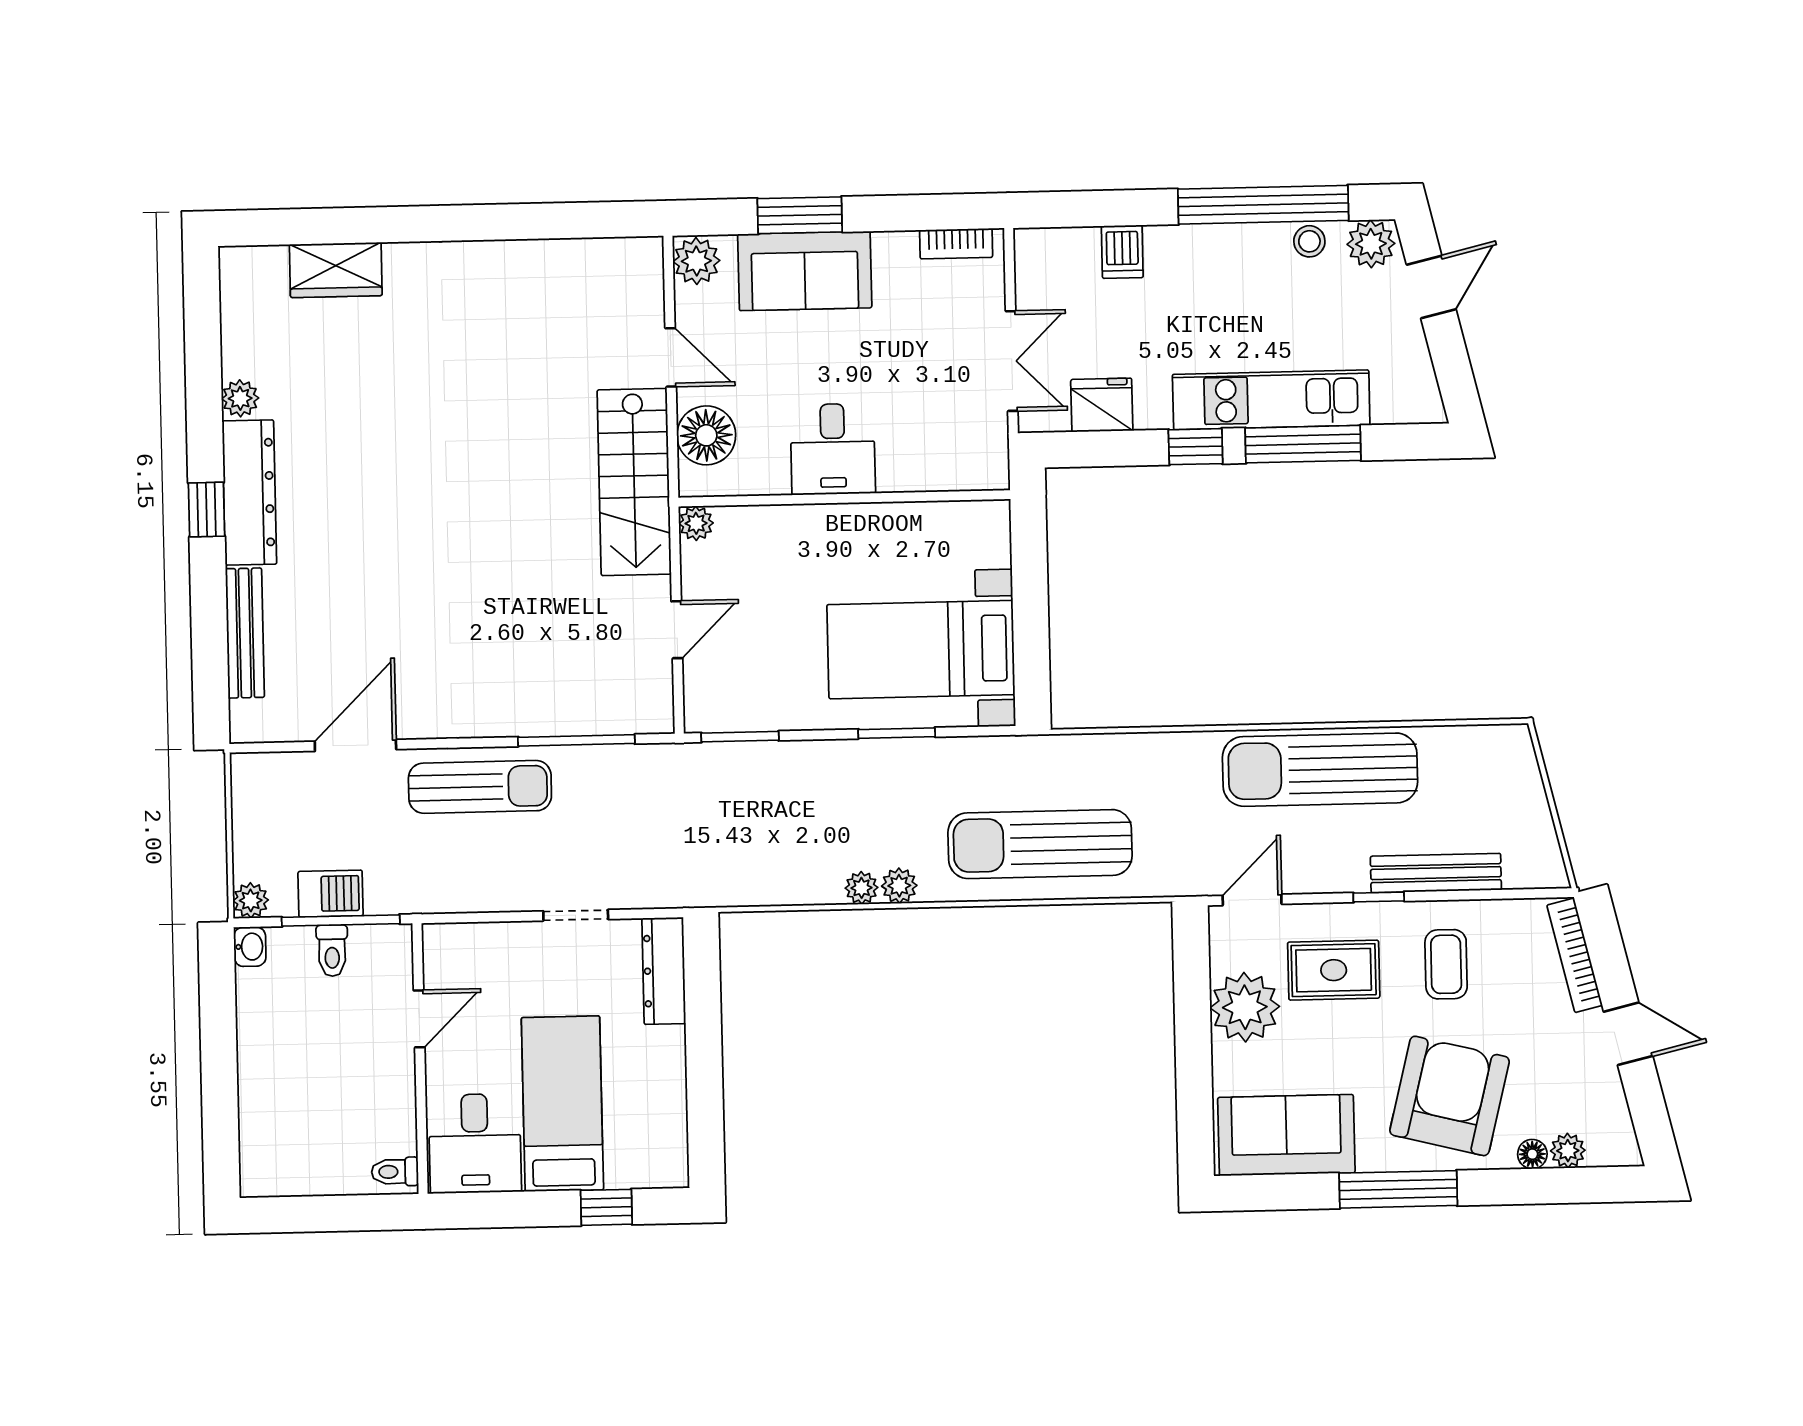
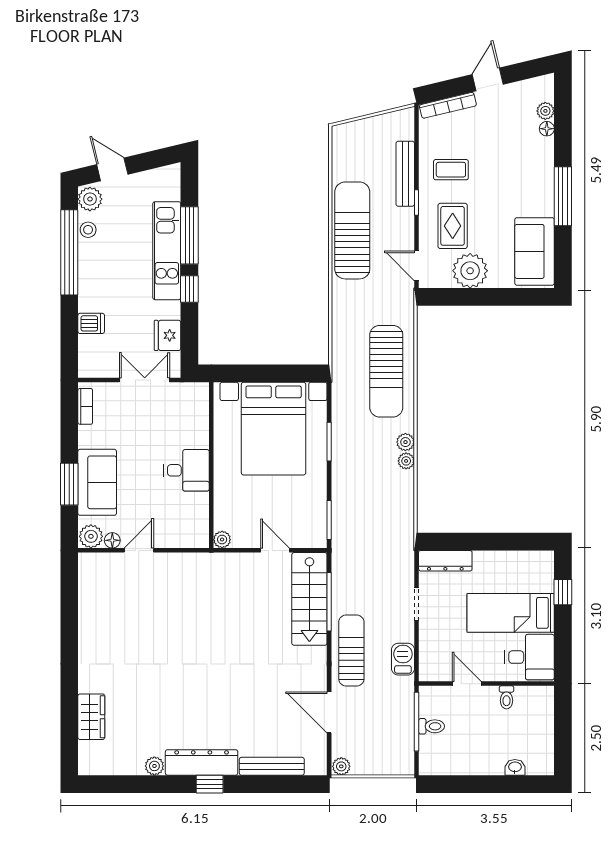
floor lamp: (706, 435) -> (112, 540), moved, width x0.53, depth x0.53
stairs: (634, 482) -> (309, 599), moved, turned 90
bed with nightstands: (921, 650) -> (274, 429), width x1.36
sun lounger: (1320, 770) -> (352, 230), turned 180
barbecue: (331, 894) -> (403, 659), moved
plant: (251, 900) -> (341, 766), moved
washbasin: (250, 947) -> (515, 767), moved
armchair: (1450, 1096) -> (517, 169), removed
toilet: (395, 1172) -> (506, 697), moved

